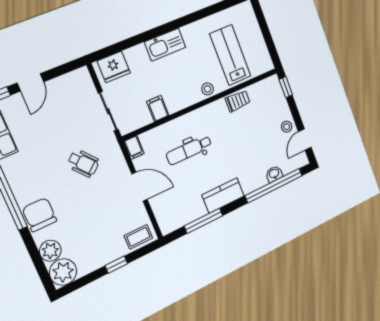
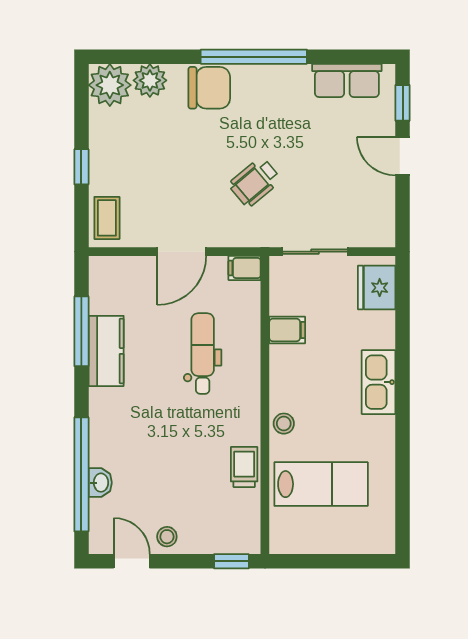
trolley: (238, 101) -> (244, 467), turned 180
kitchen counter: (223, 195) -> (106, 351), moved

